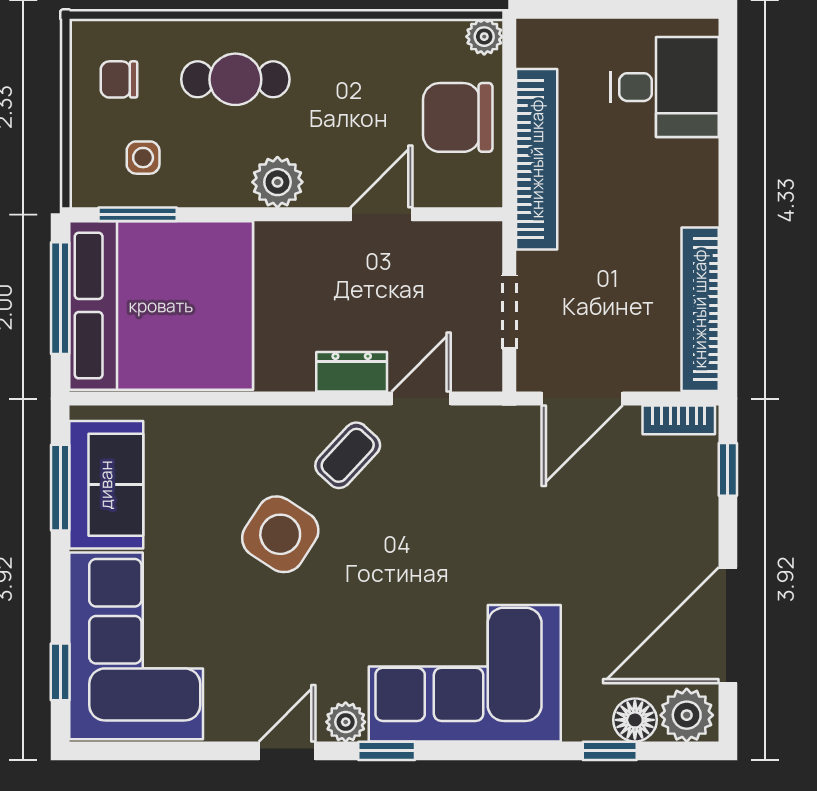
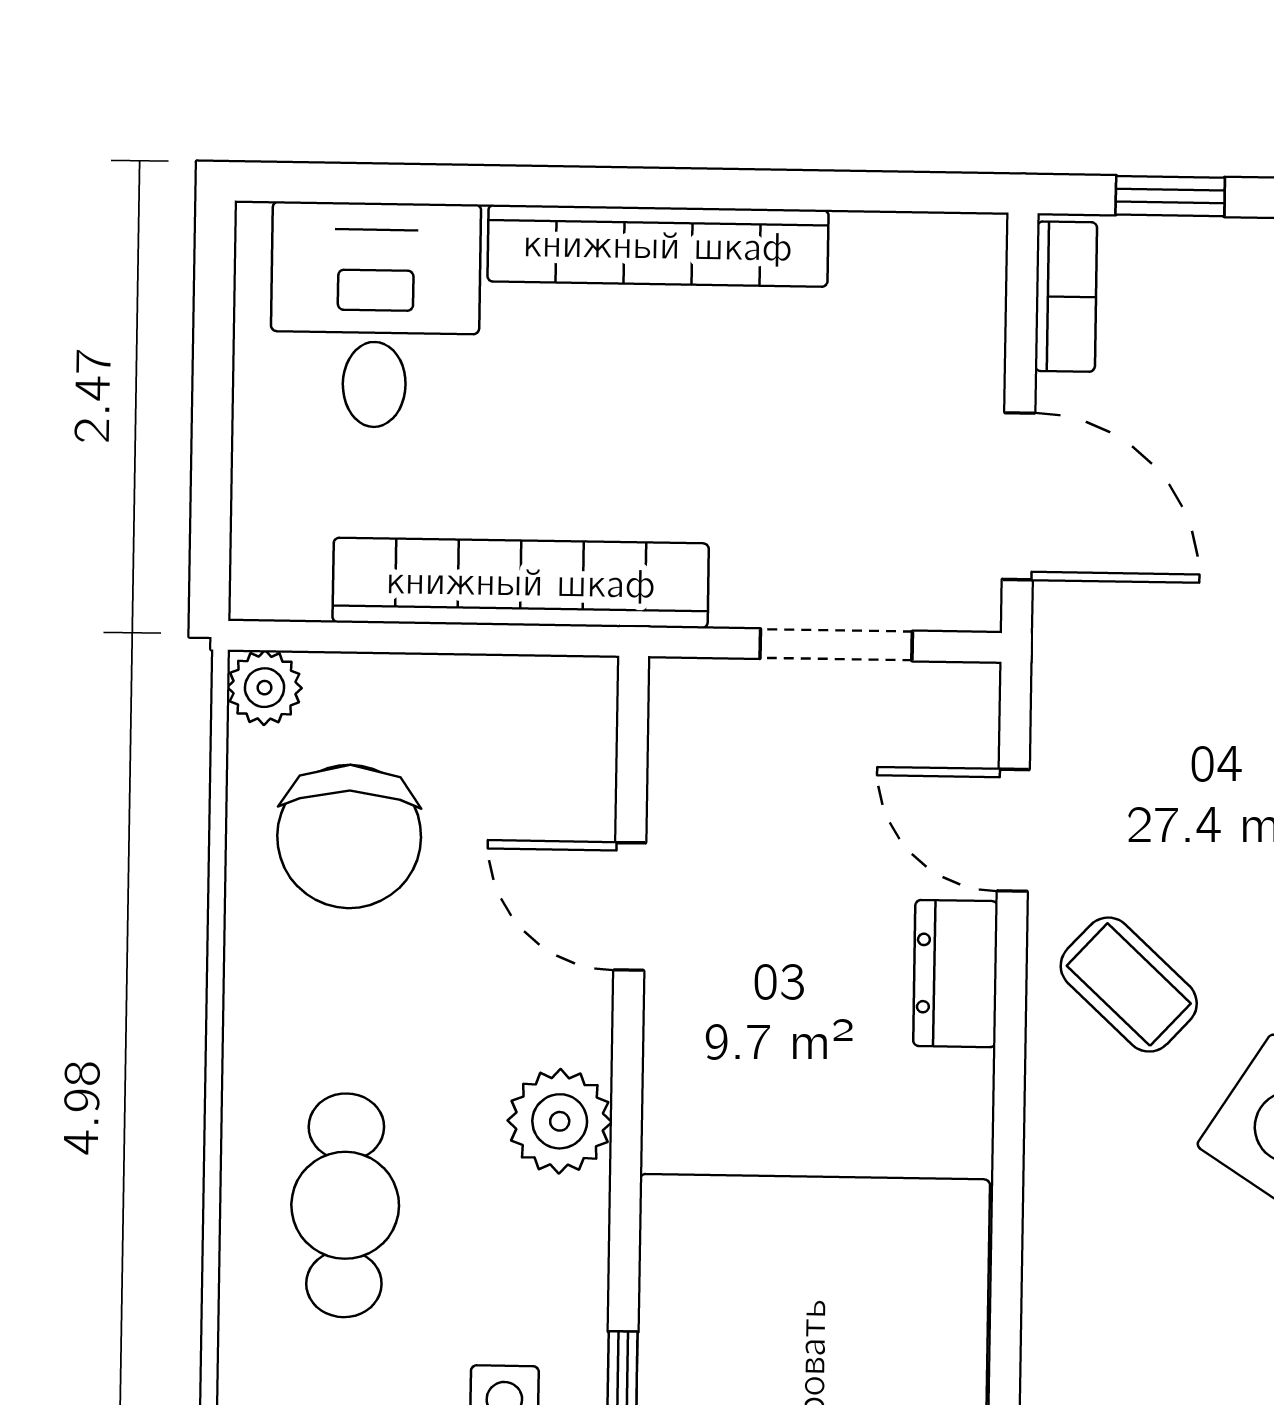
chair: (458, 117) -> (349, 837), moved
bookcase: (700, 309) -> (658, 246), moved

